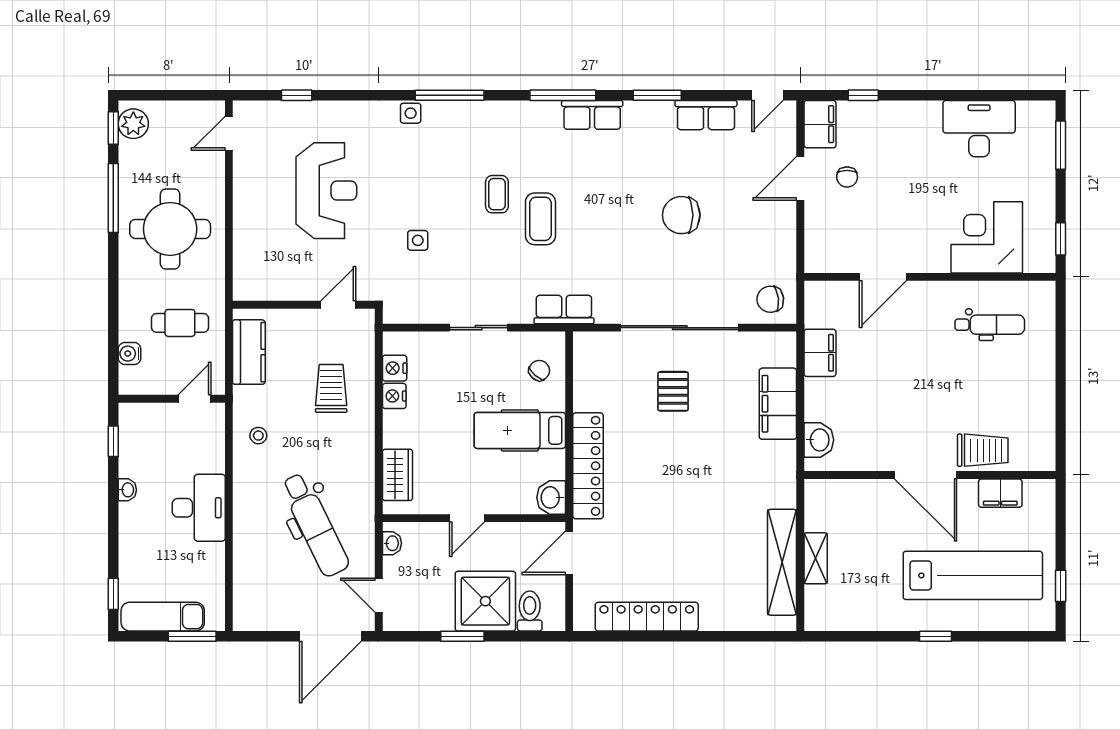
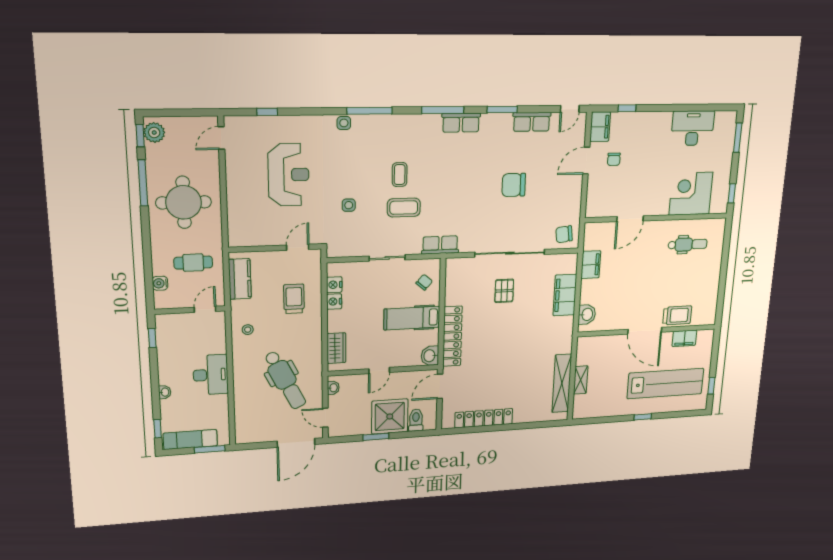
coffee table: (540, 219) -> (404, 208), moved, turned 90
washbasin: (127, 490) -> (165, 392), moved

